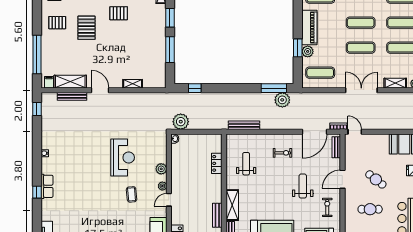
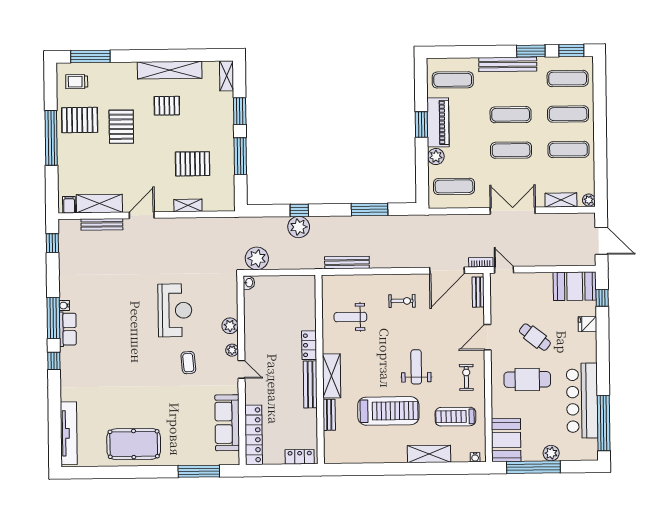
pallet: (57, 23) -> (80, 120), width x1.50, depth x1.42
window: (298, 48) -> (421, 124), moved
window: (37, 54) -> (51, 138), moved
pallet: (136, 55) -> (193, 164), added
window: (195, 88) -> (299, 210), moved
window: (274, 88) -> (370, 209), moved
door: (100, 90) -> (142, 215), hinge flipped
plant: (282, 100) -> (299, 227), moved
window: (37, 162) -> (53, 318), added
locker: (217, 163) -> (309, 345), moved
weight bench: (246, 164) -> (350, 317), turned -90
row of seats: (47, 186) -> (68, 329), moved
weight bench: (303, 186) -> (416, 367), moved
door: (169, 200) -> (241, 369), swing flipped
cafe table: (370, 209) -> (527, 379), width x1.37, depth x1.35
bench: (217, 215) -> (310, 384), width x1.36

